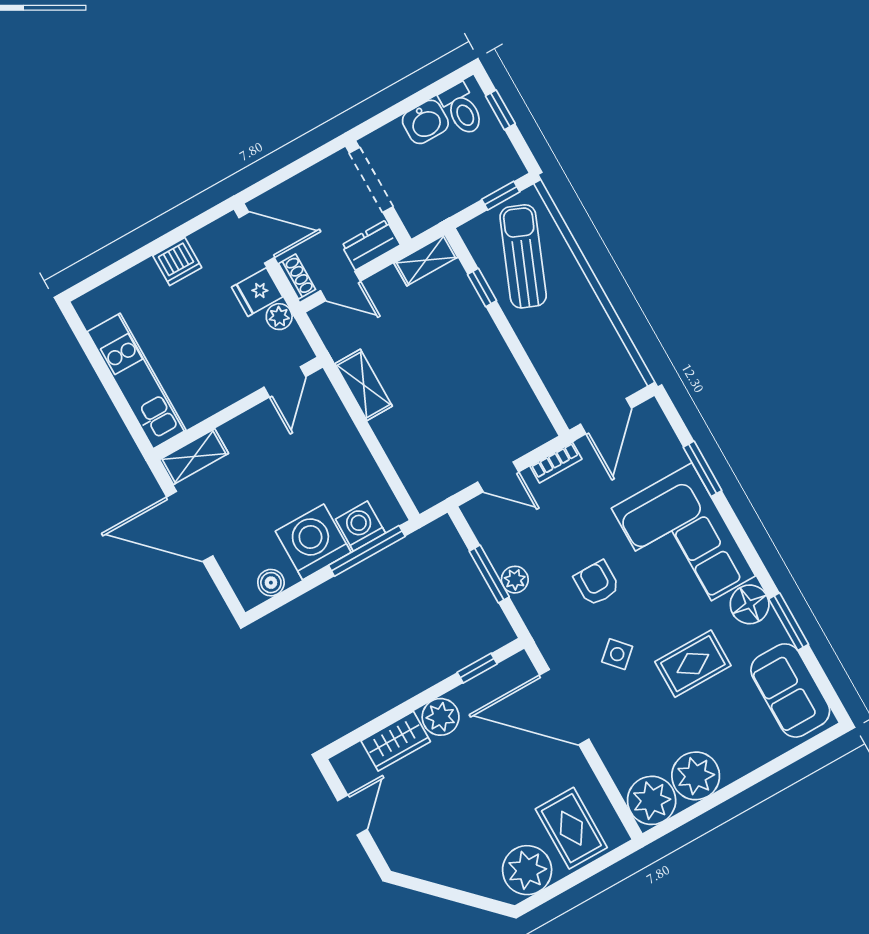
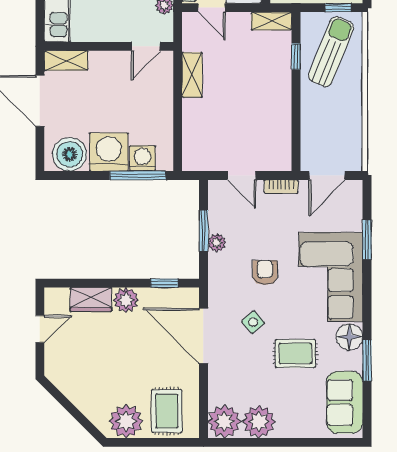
boiler: (271, 583) -> (70, 154), width x1.86, depth x1.86

